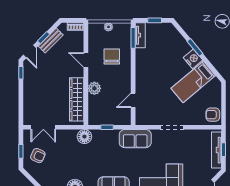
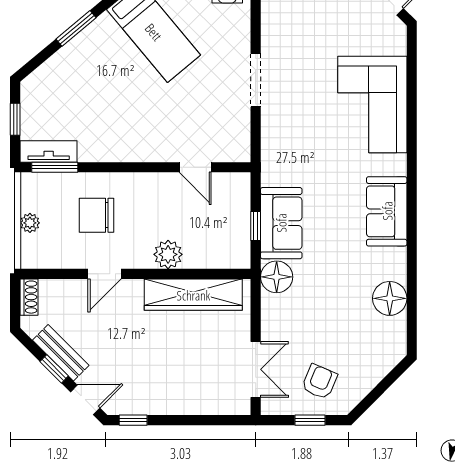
nightstand: (193, 59) -> (102, 33), removed
sofa: (135, 139) -> (281, 223), moved

